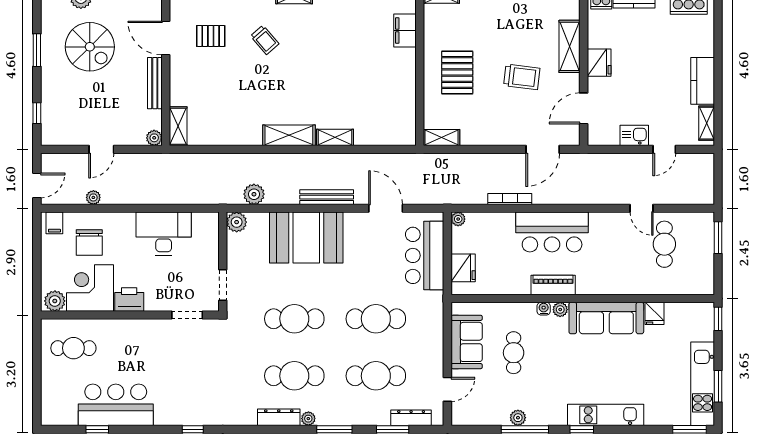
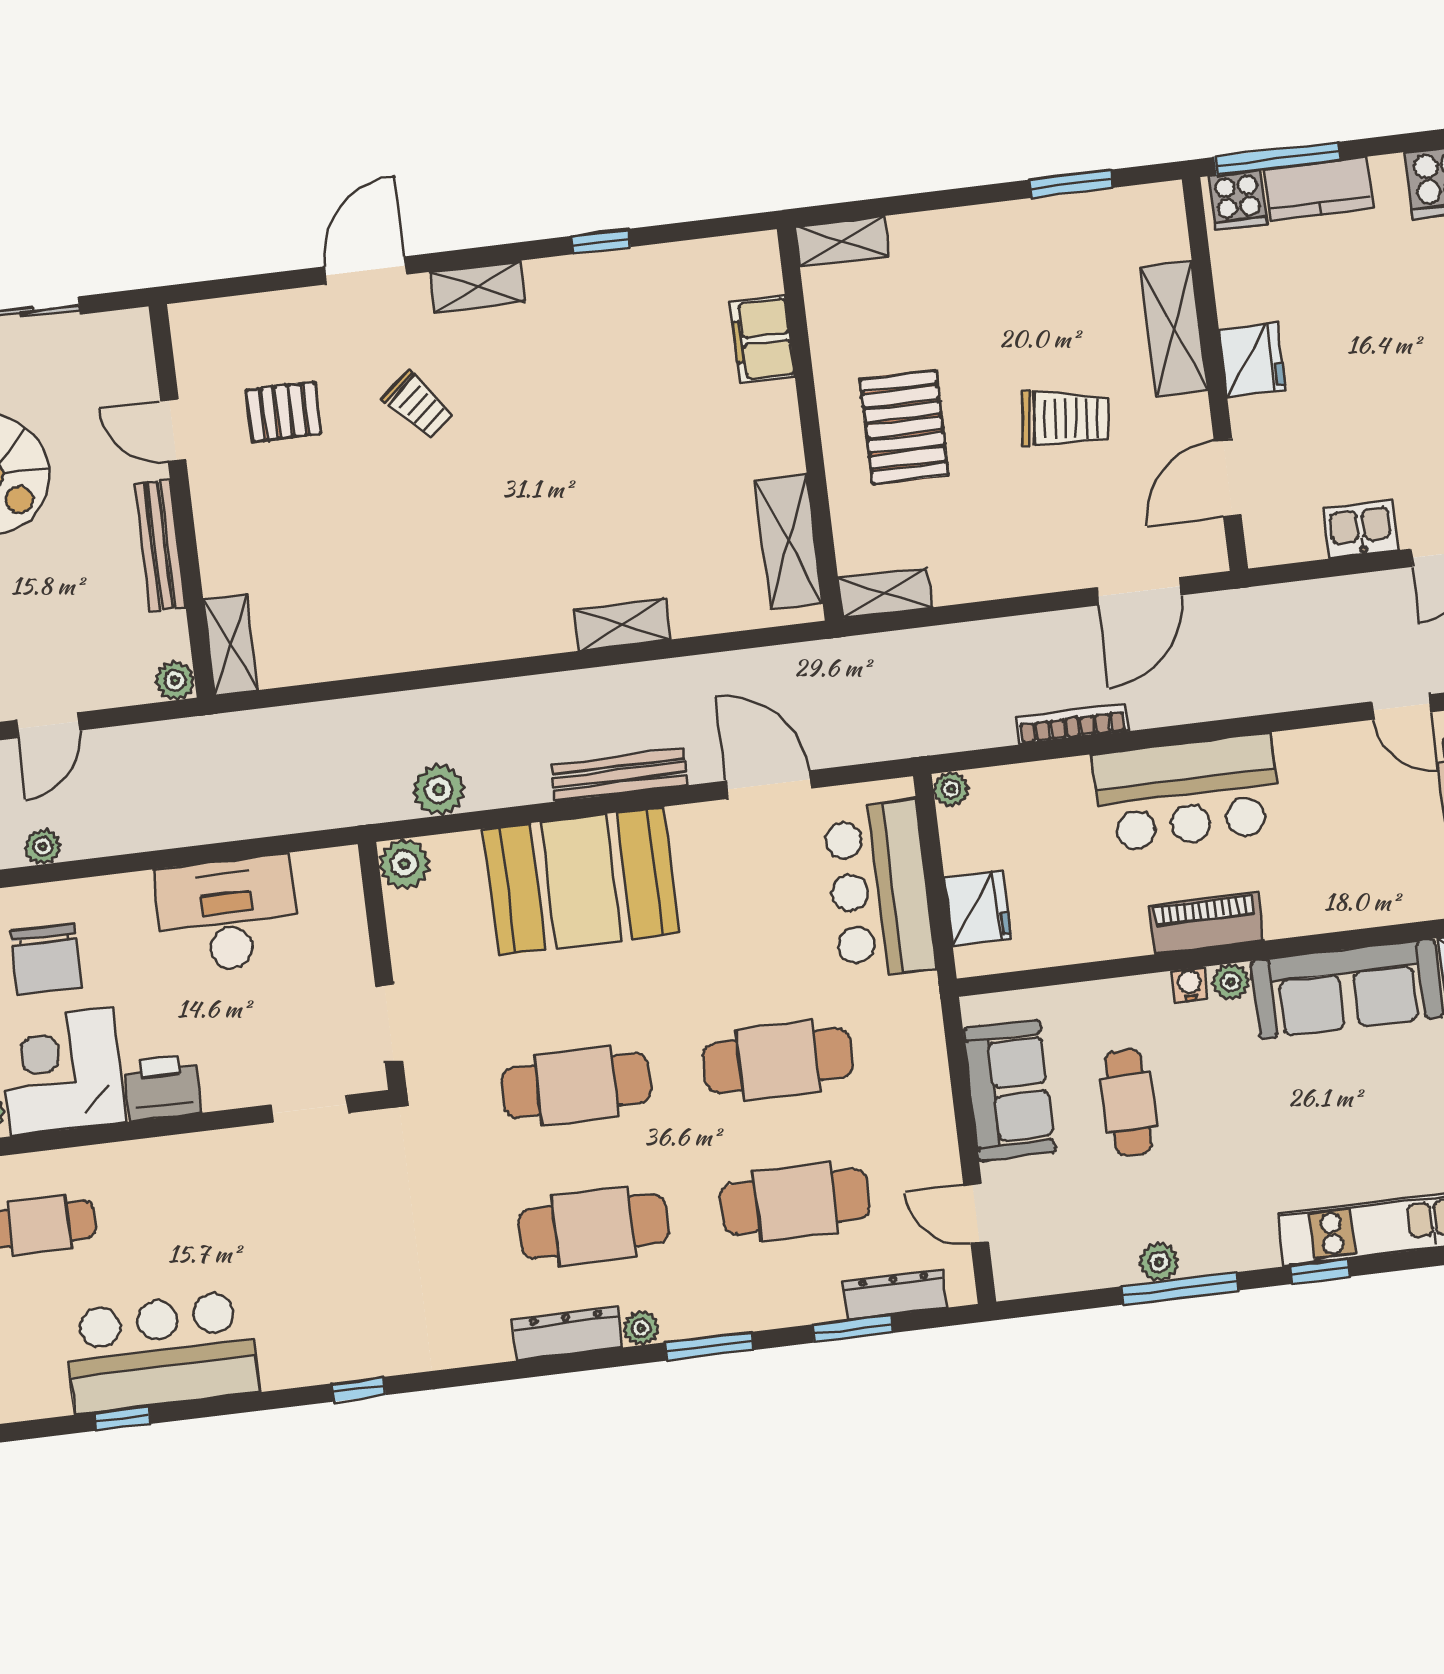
door: (166, 38) -> (173, 430), width x0.73
shelving: (289, 135) -> (789, 542), moved, turned 90
door: (447, 389) -> (976, 1214), swing flipped

